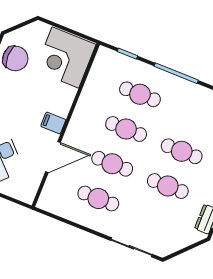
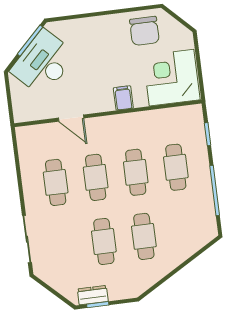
filing cabinet: (53, 123) -> (123, 98), moved
door: (53, 157) -> (71, 118), width x0.73

